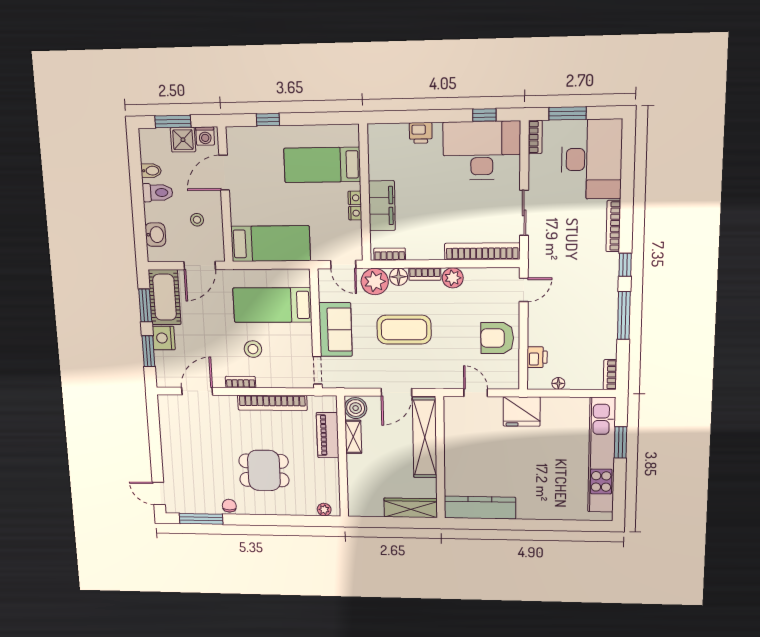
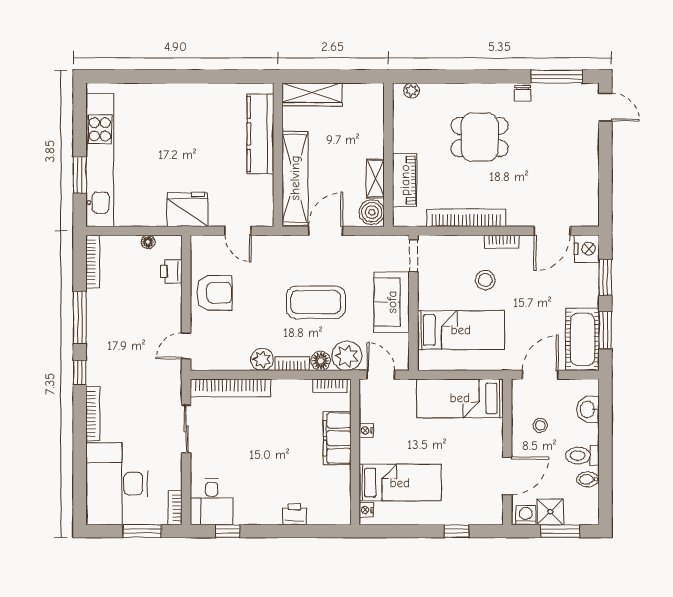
desk: (482, 150) -> (212, 502), width x0.53, depth x0.77
nightstand: (355, 198) -> (366, 510), moved
nightstand: (164, 338) -> (587, 249), moved
bookcase: (610, 375) -> (93, 262), width x1.56
kitchen counter: (480, 508) -> (260, 134), moved, turned 90

